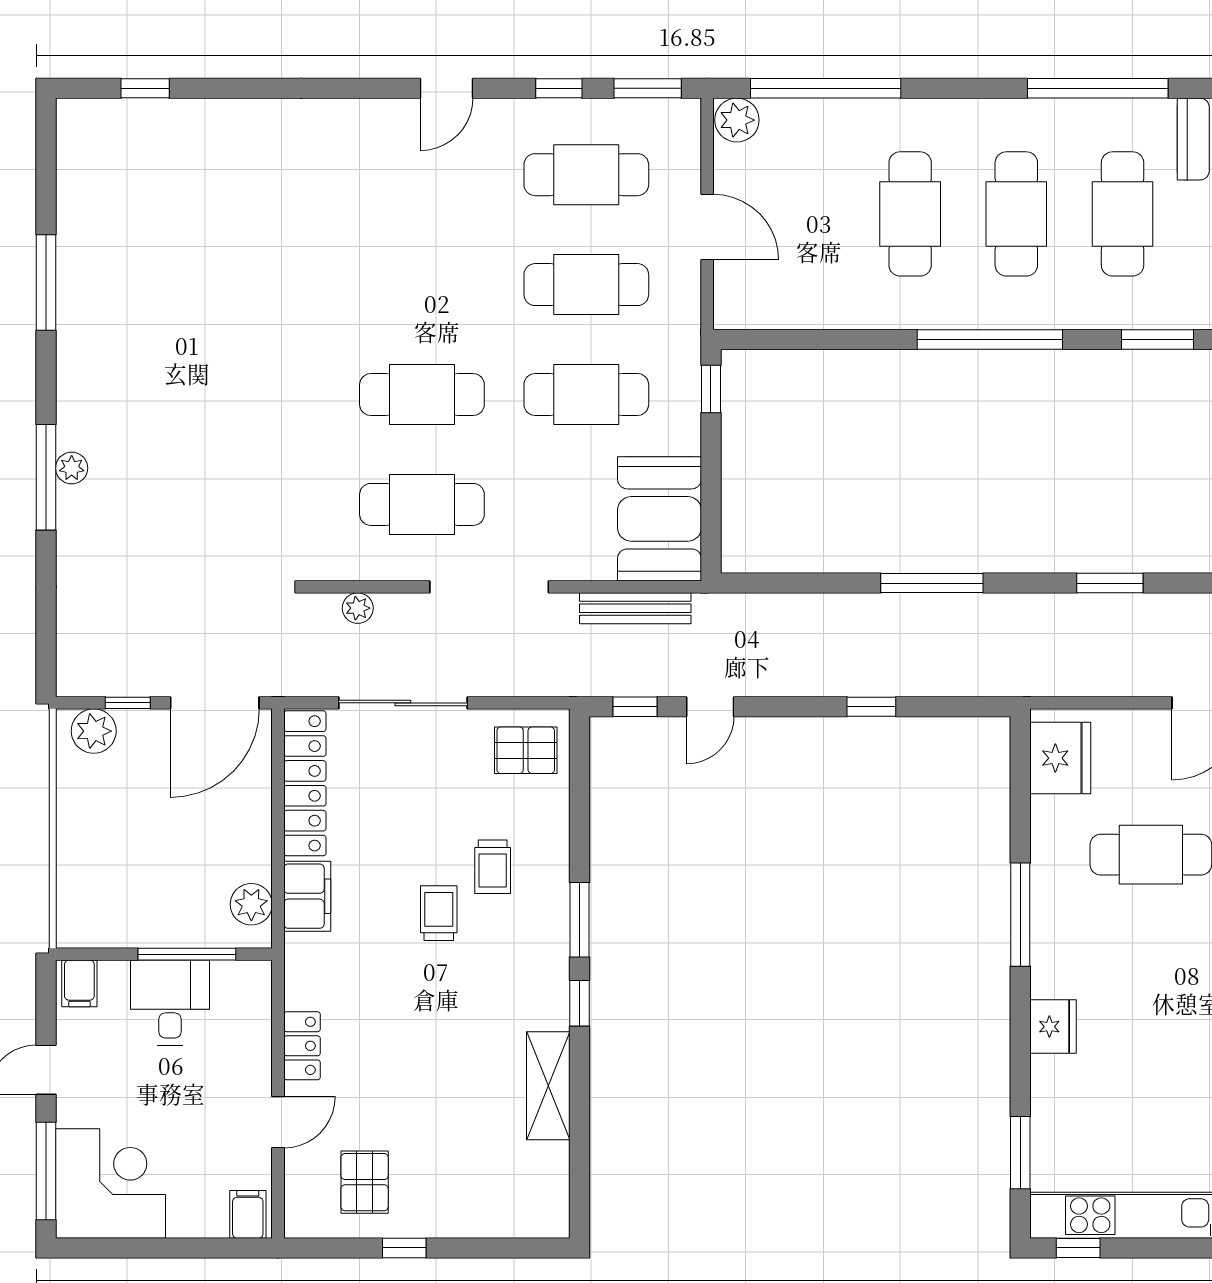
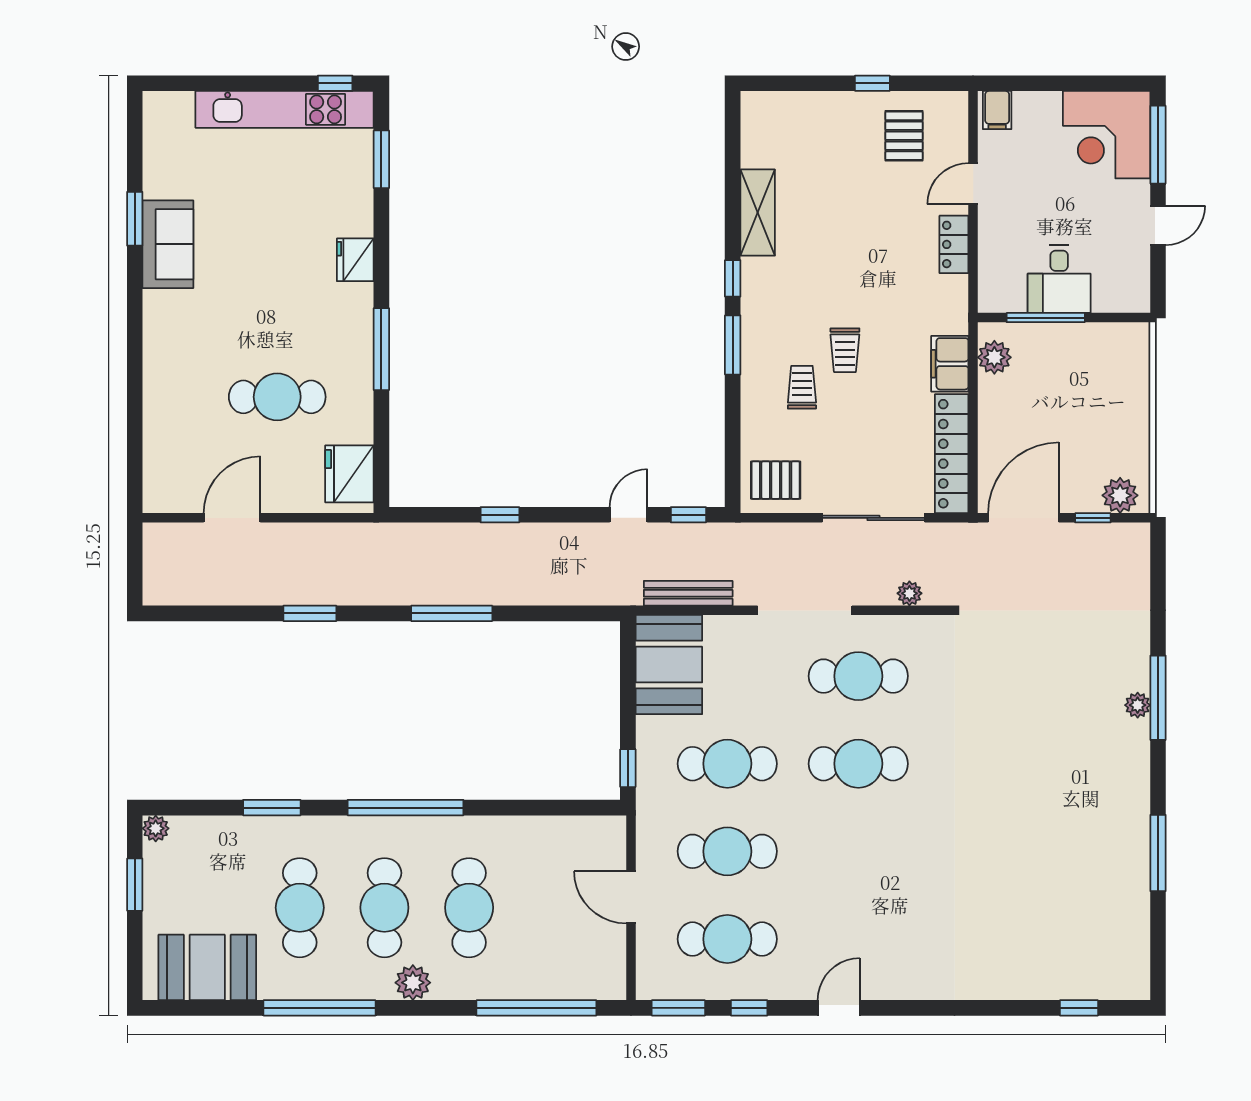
plant: (737, 120) -> (413, 983), moved
filing cabinet: (79, 983) -> (1131, 294), removed

